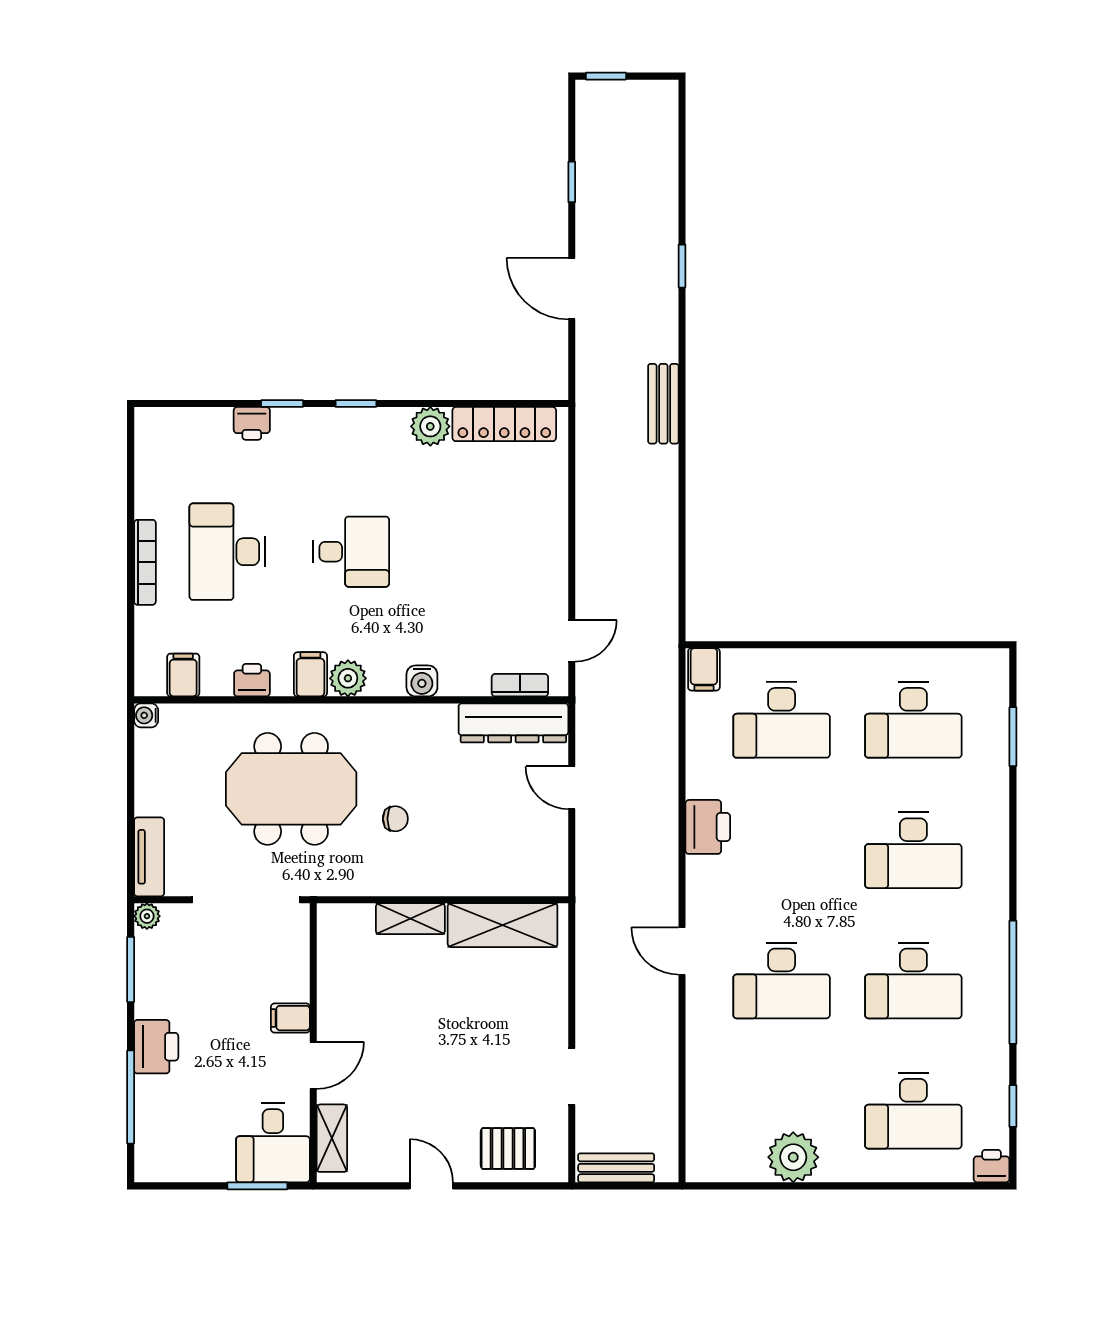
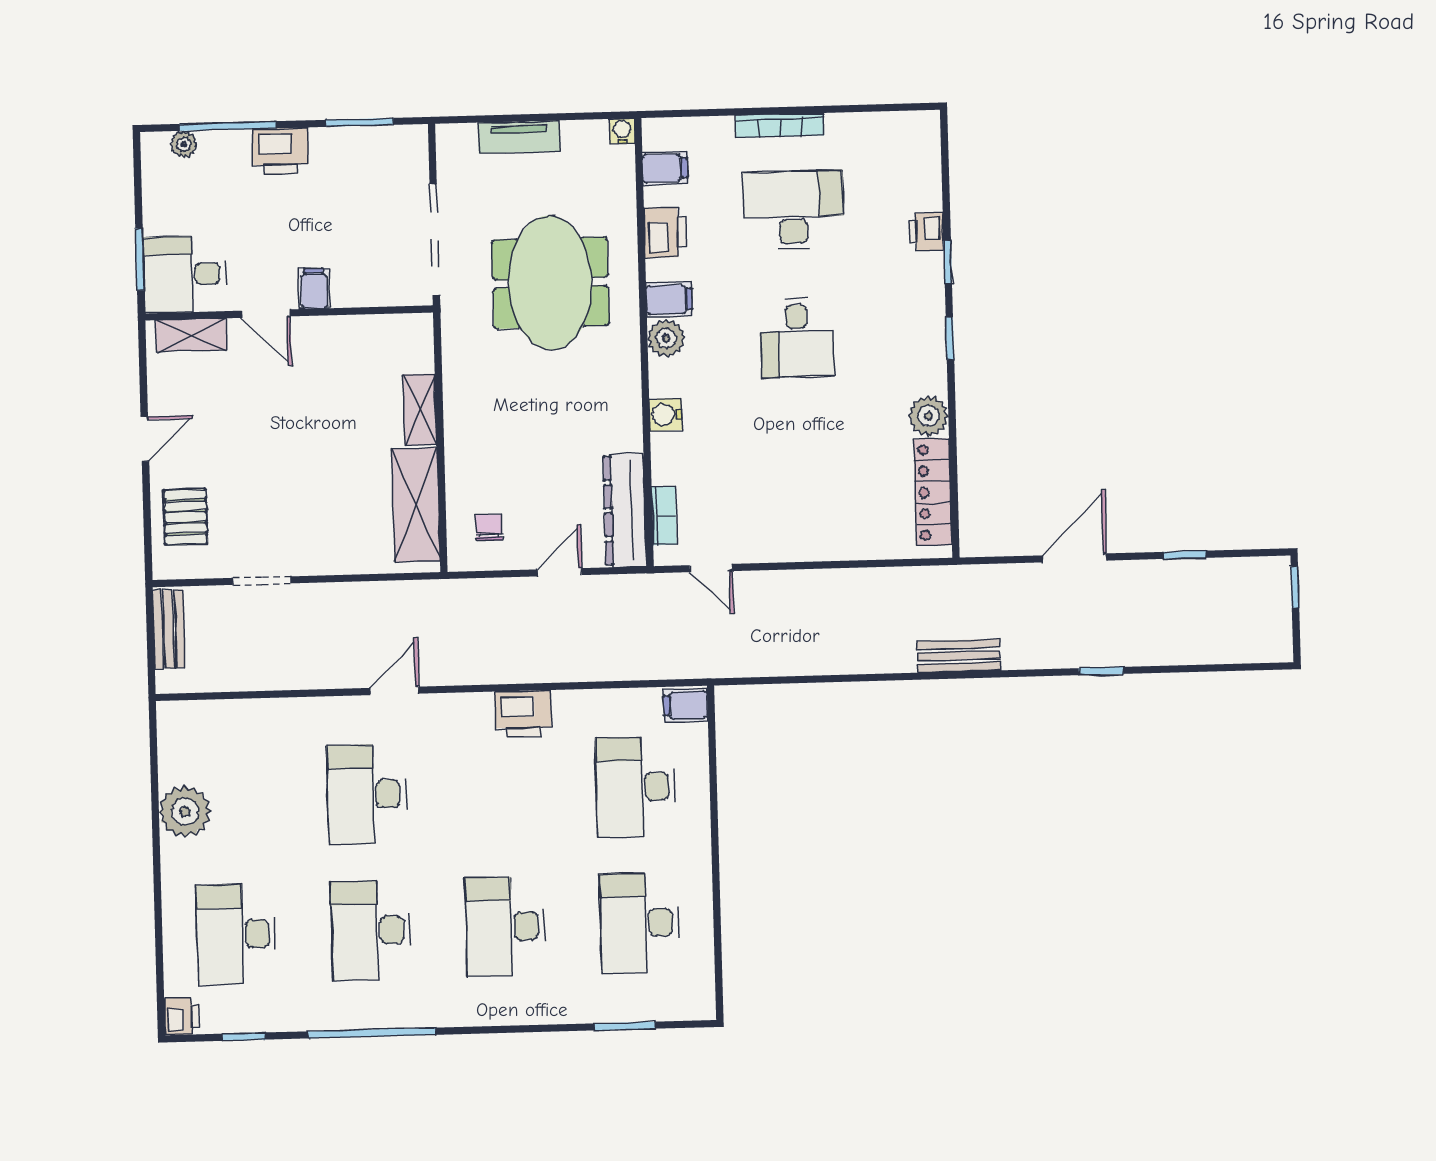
printer: (252, 680) -> (665, 232), width x1.36, depth x1.24
chair: (395, 819) -> (489, 528), moved, turned 180
tv unit: (149, 857) -> (519, 137), moved
plant: (147, 916) -> (184, 144), moved

